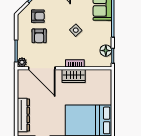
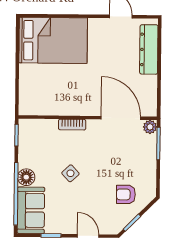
armchair: (39, 36) -> (124, 165), removed
floor lamp: (106, 51) -> (26, 177), moved
wardrobe: (74, 76) -> (74, 106), removed

